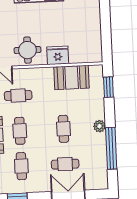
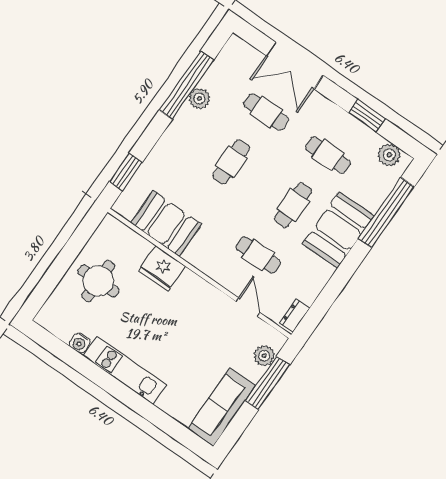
round table: (27, 50) -> (98, 281), moved
plant: (100, 126) -> (199, 98), moved
cafe table: (21, 166) -> (328, 155), turned 90

